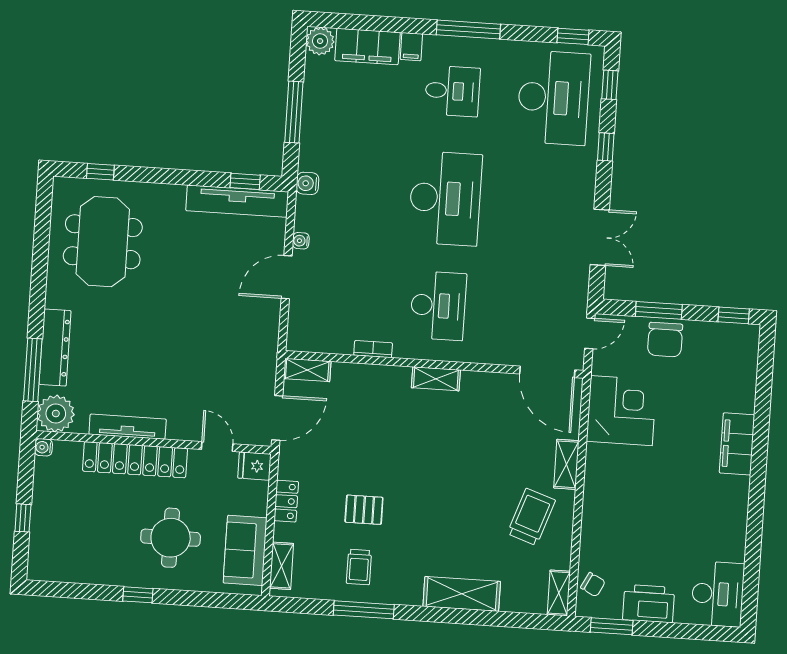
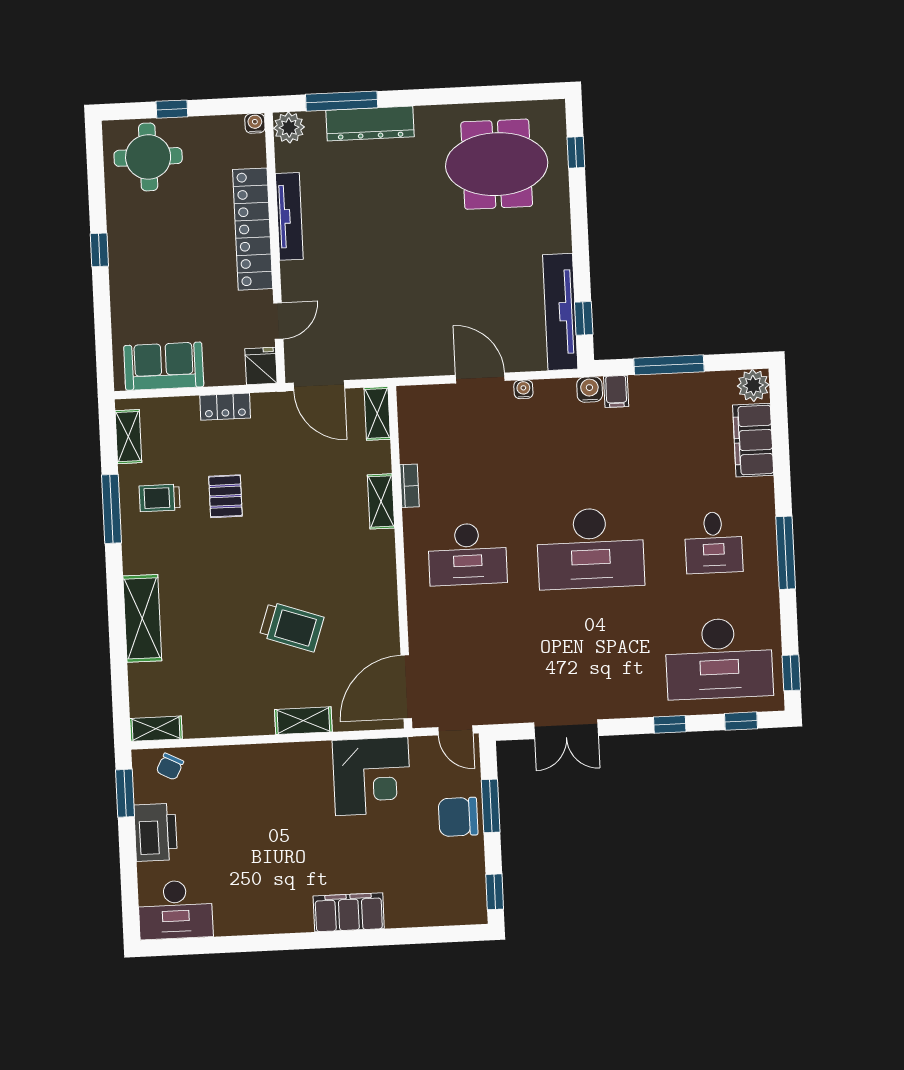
filing cabinet: (411, 47) -> (616, 391), moved, turned -90
shelving: (436, 379) -> (381, 501), moved
plant: (56, 414) -> (289, 128), width x0.73, depth x0.73
trolley: (531, 517) -> (292, 627), moved
round table: (171, 538) -> (148, 157), moved
shelving: (282, 566) -> (128, 437), moved, turned 90

